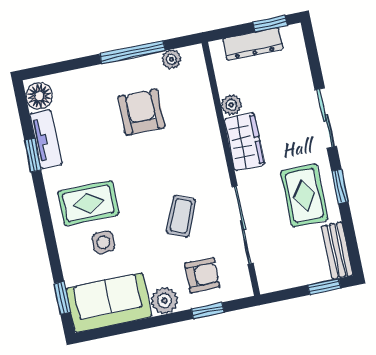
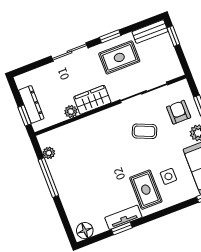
window: (270, 24) -> (25, 116), moved
armchair: (141, 112) -> (84, 166), removed
tv unit: (46, 139) -> (123, 217), moved

